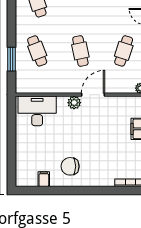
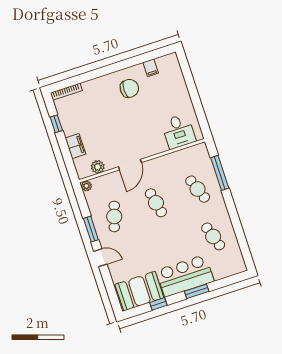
window: (11, 59) -> (220, 173), width x1.44
plant: (74, 103) -> (98, 167), moved
desk: (37, 111) -> (179, 131), width x0.73

